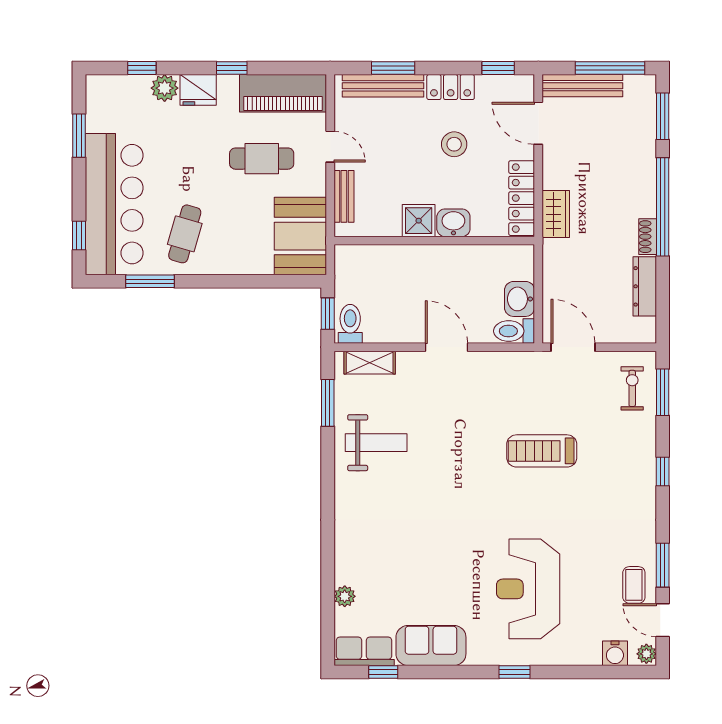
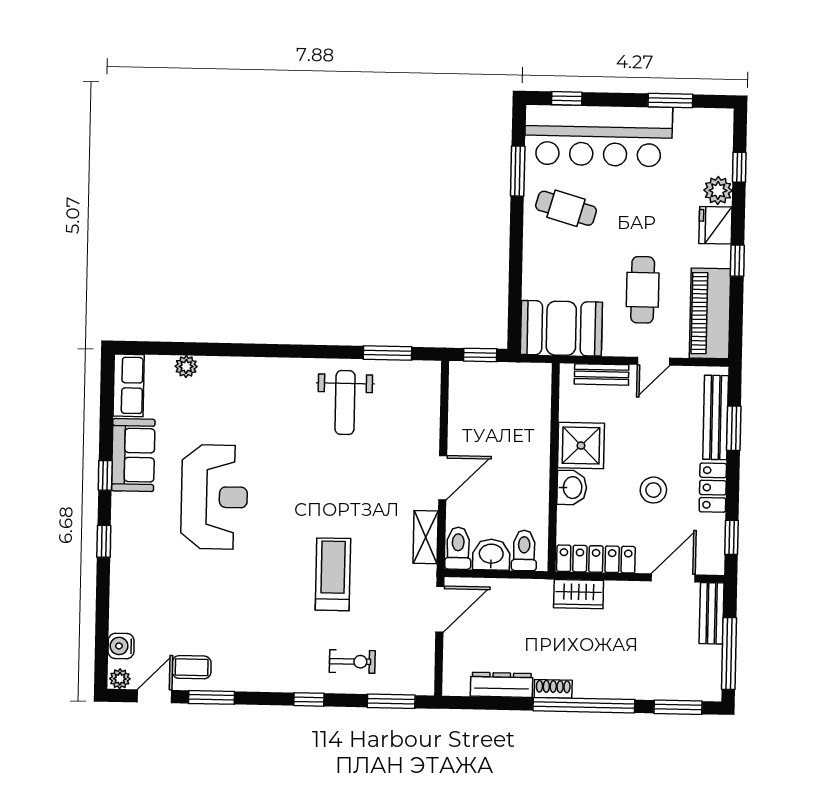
bench: (582, 86) -> (712, 613), width x0.73
shower: (419, 221) -> (581, 446), width x1.36, depth x1.36
toilet: (350, 324) -> (524, 550), moved, turned -90
shelving: (370, 363) -> (426, 537), moved
exercise bike: (632, 388) -> (352, 661), moved
reception desk: (528, 589) -> (214, 497), moved, turned 90
window: (383, 672) -> (105, 475), moved

